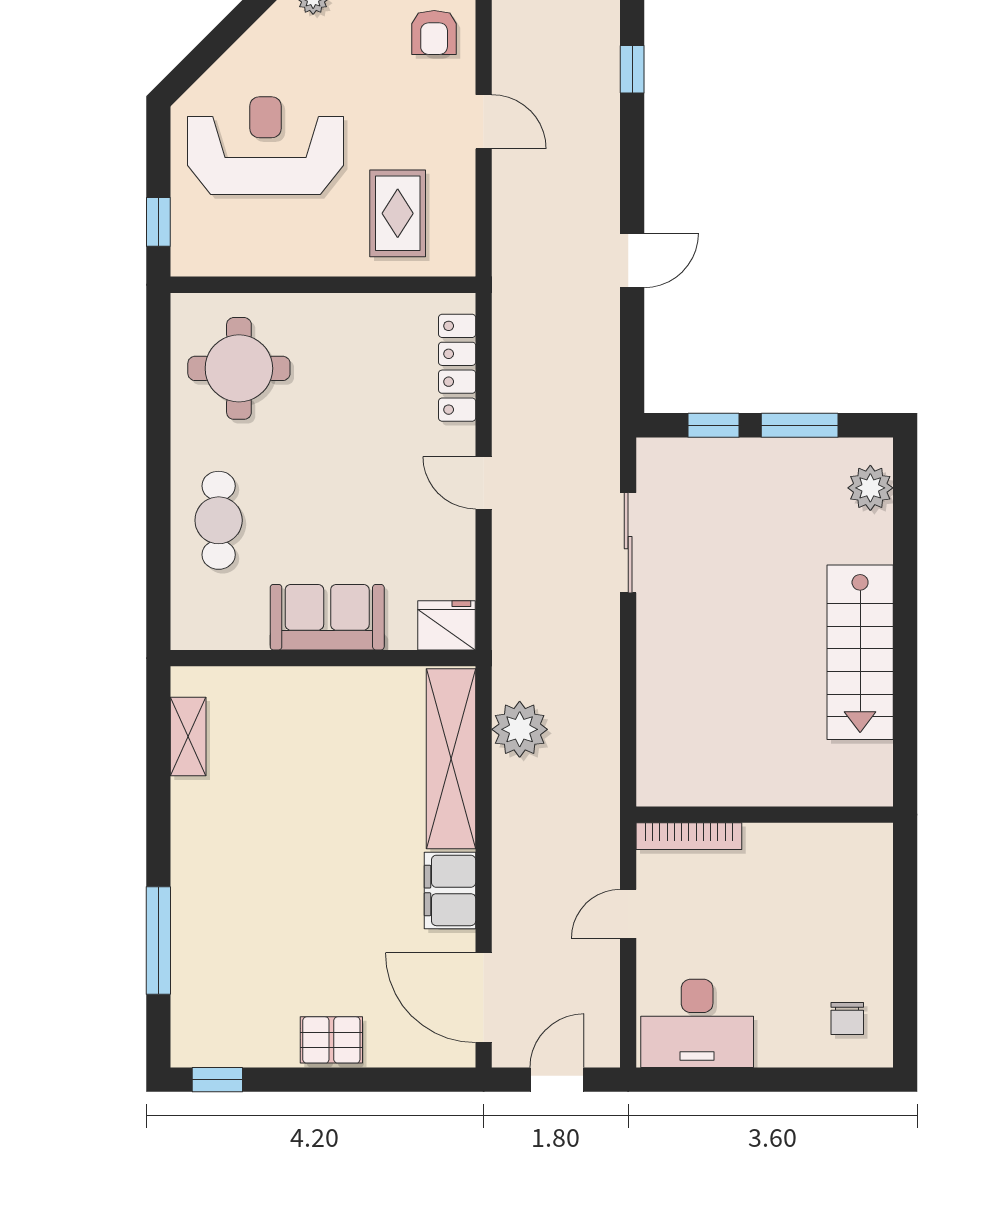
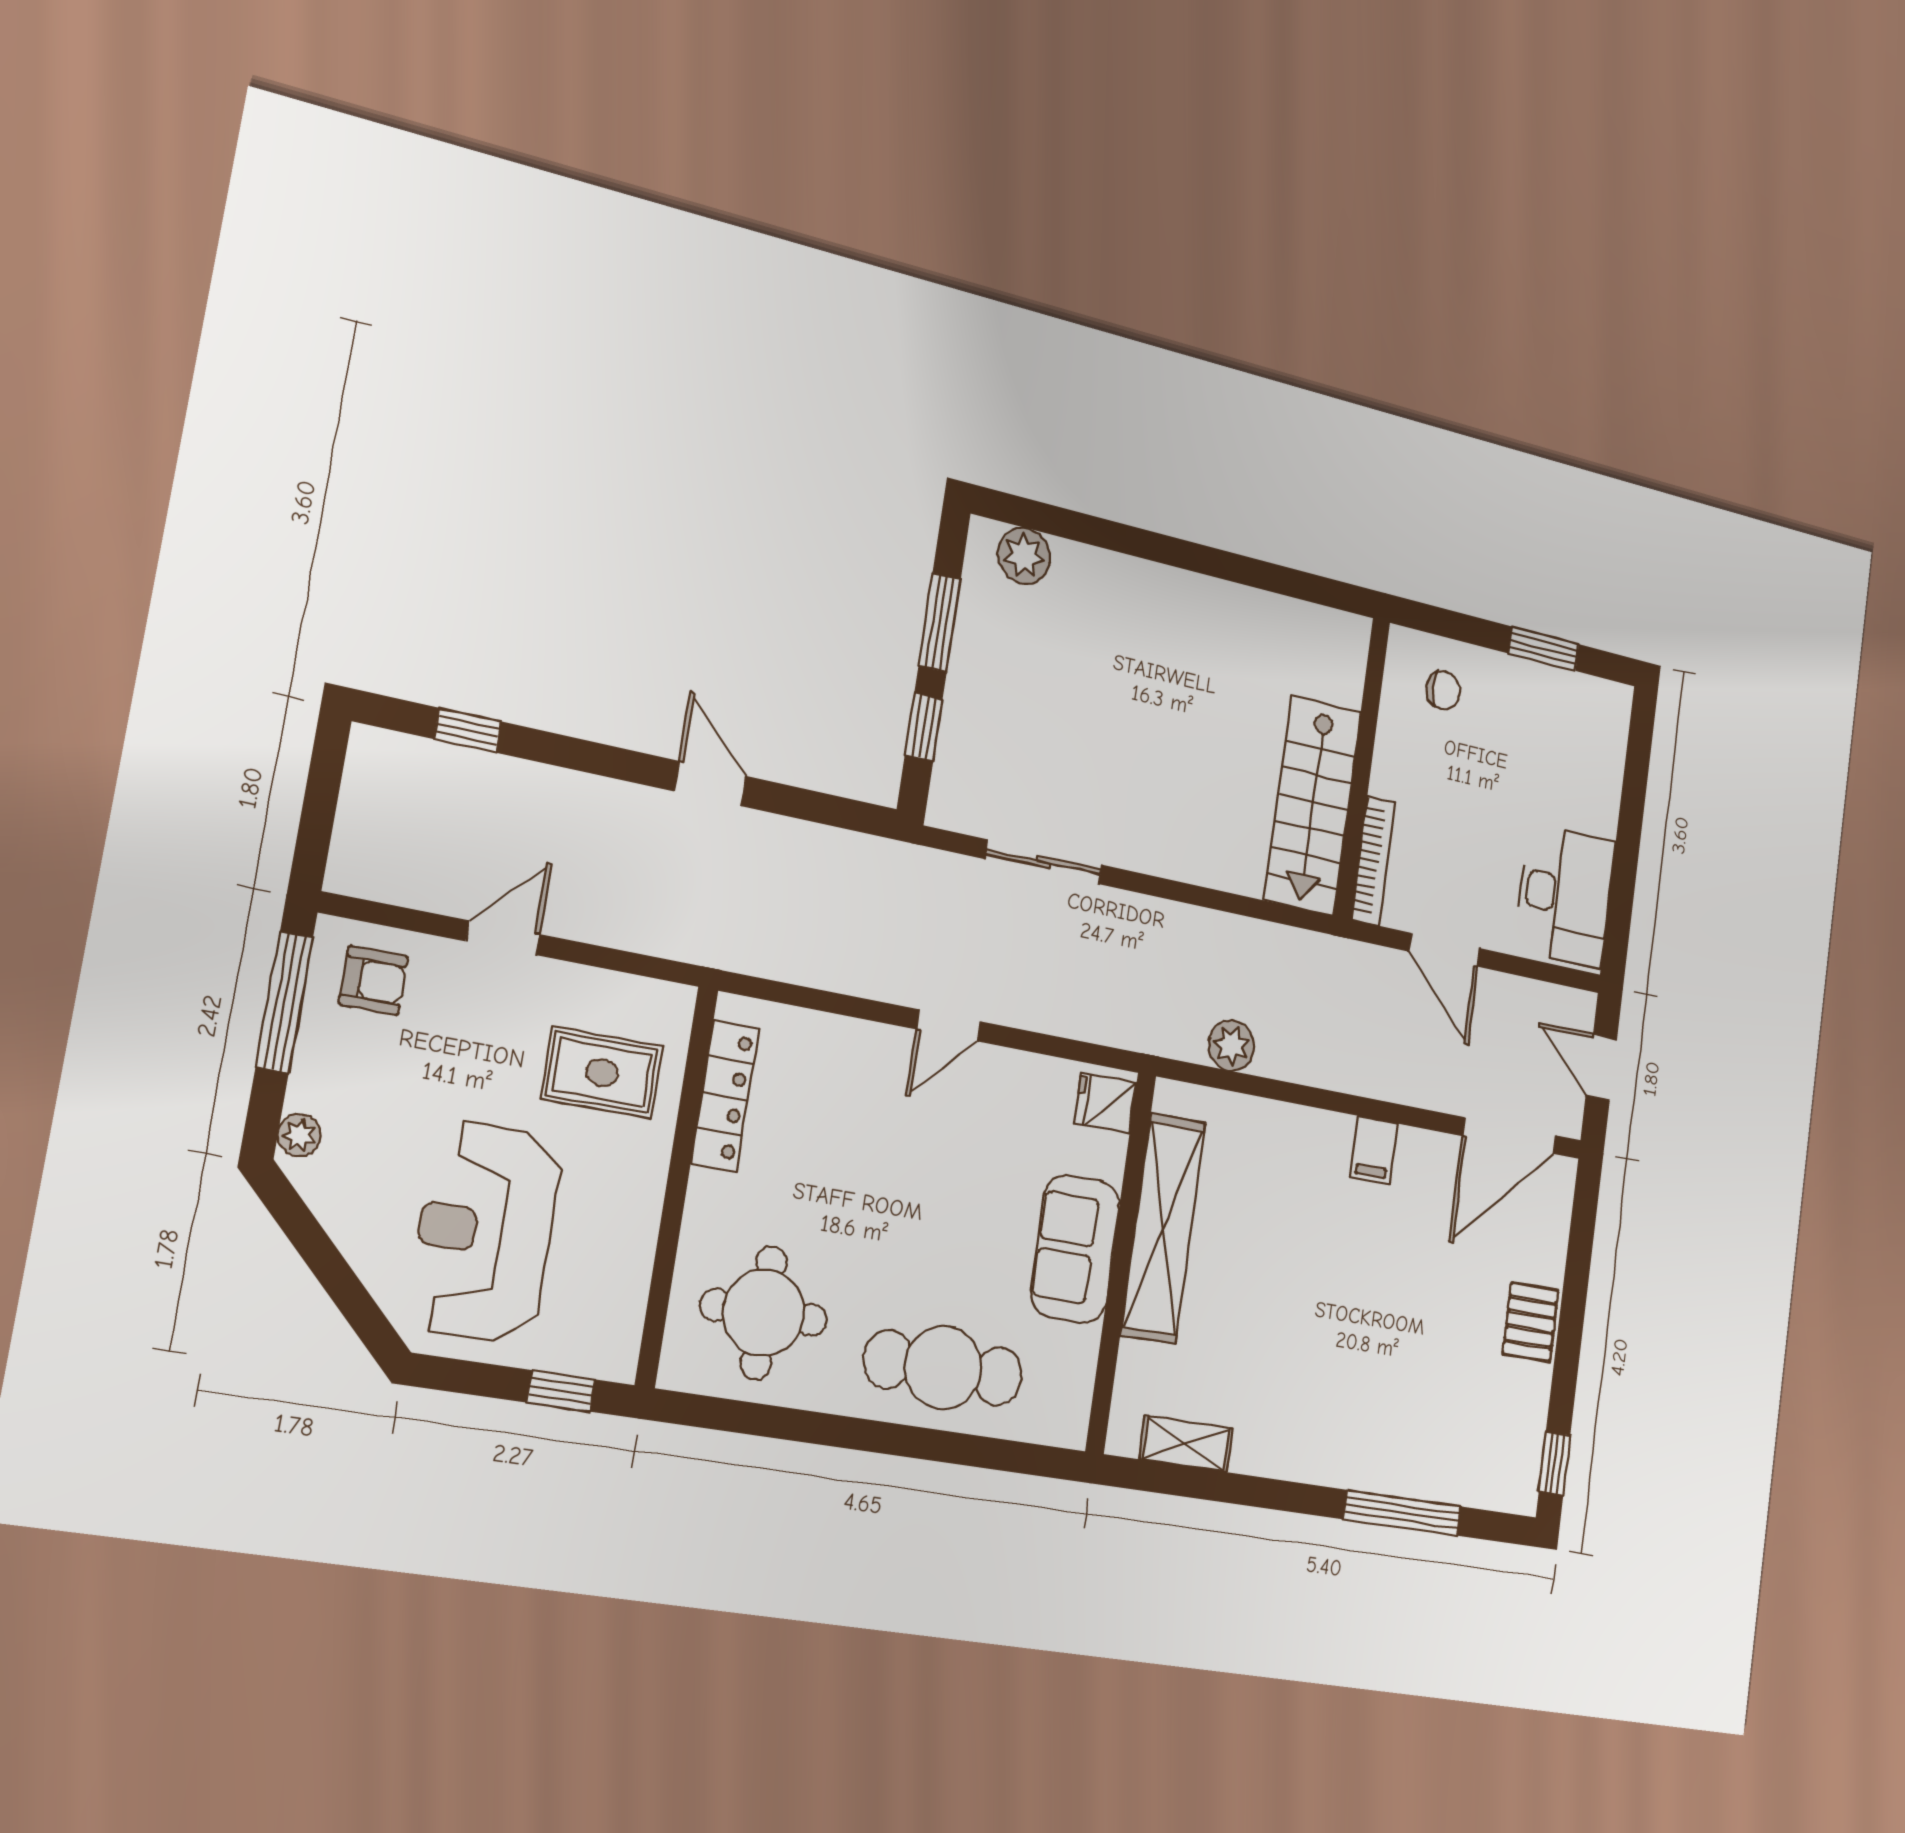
locker: (457, 368) -> (725, 1096), moved, turned -90
cafe table: (219, 520) -> (943, 1368), width x1.37, depth x1.35
fridge: (446, 625) -> (1105, 1103), width x0.72
stairs: (860, 652) -> (1313, 806), moved, turned 90
plant: (520, 729) -> (1231, 1046), width x0.73, depth x0.73
shelving: (451, 759) -> (1163, 1228), moved, turned 90
filing cabinet: (450, 890) -> (1374, 1150), width x0.50
door: (628, 914) -> (1444, 950), width x1.38
window: (905, 973) -> (1544, 649), added
chair: (847, 1018) -> (1443, 690), moved

